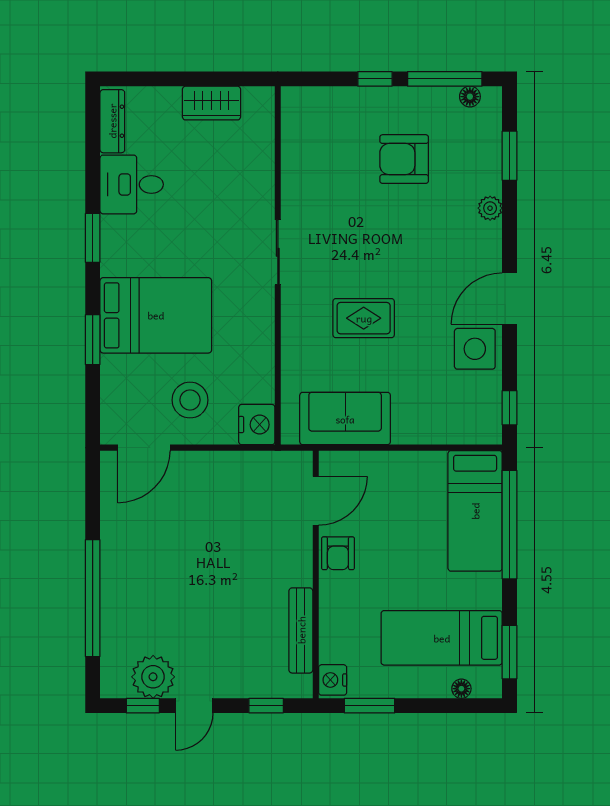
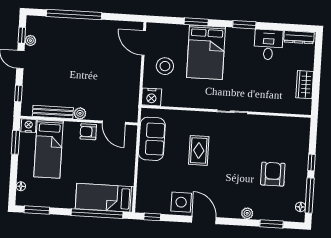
plant: (300, 573) -> (80, 113), added
bed: (442, 638) -> (48, 149), moved, turned 180
plant: (153, 677) -> (30, 41), width x0.53, depth x0.53

